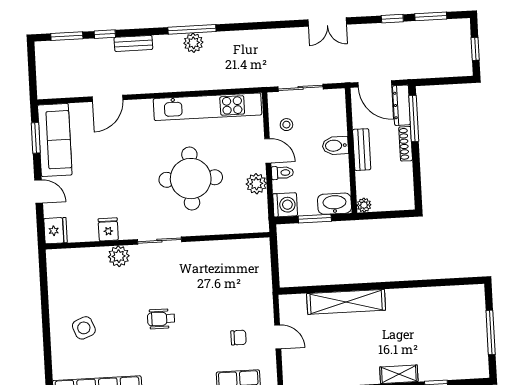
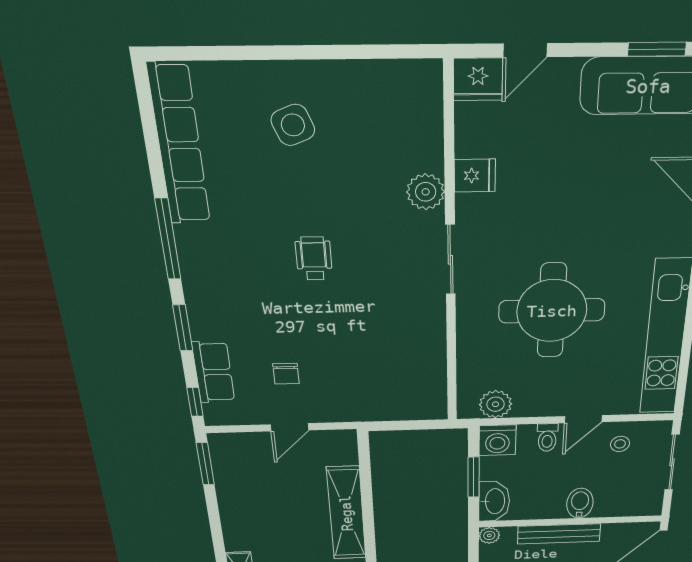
bench: (362, 150) -> (559, 534), width x1.36
plant: (256, 184) -> (495, 404), moved
door: (39, 192) -> (525, 50), moved

